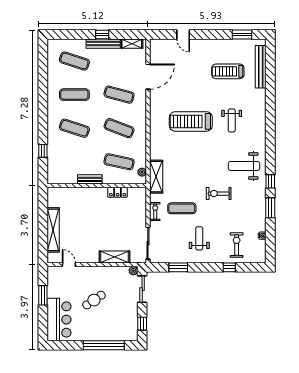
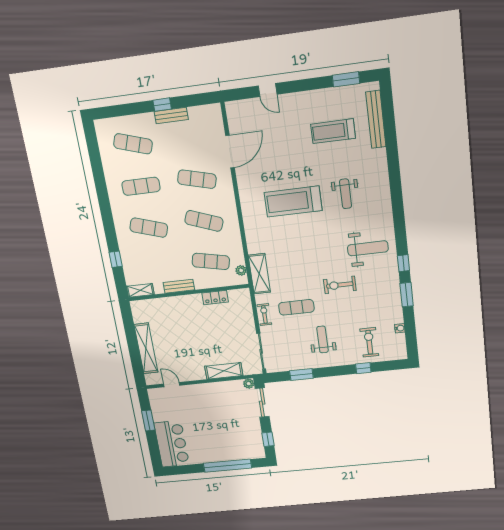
bench: (103, 44) -> (171, 115), width x0.73
shelving: (132, 44) -> (140, 290), moved
weight bench: (244, 166) -> (368, 248), turned 180
cafe table: (94, 300) -> (208, 420), removed

